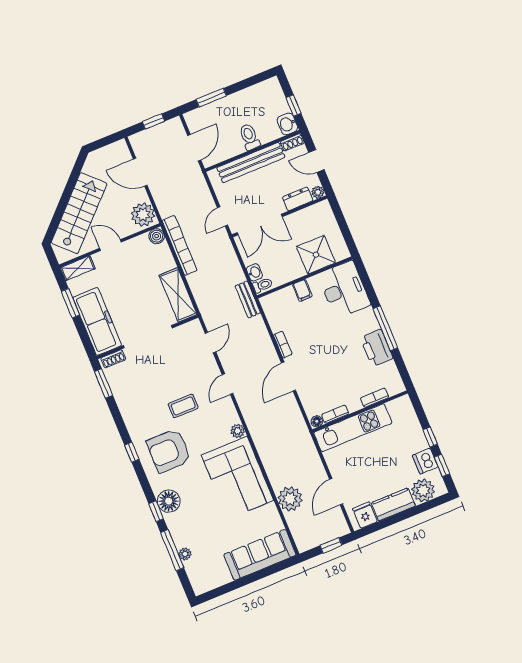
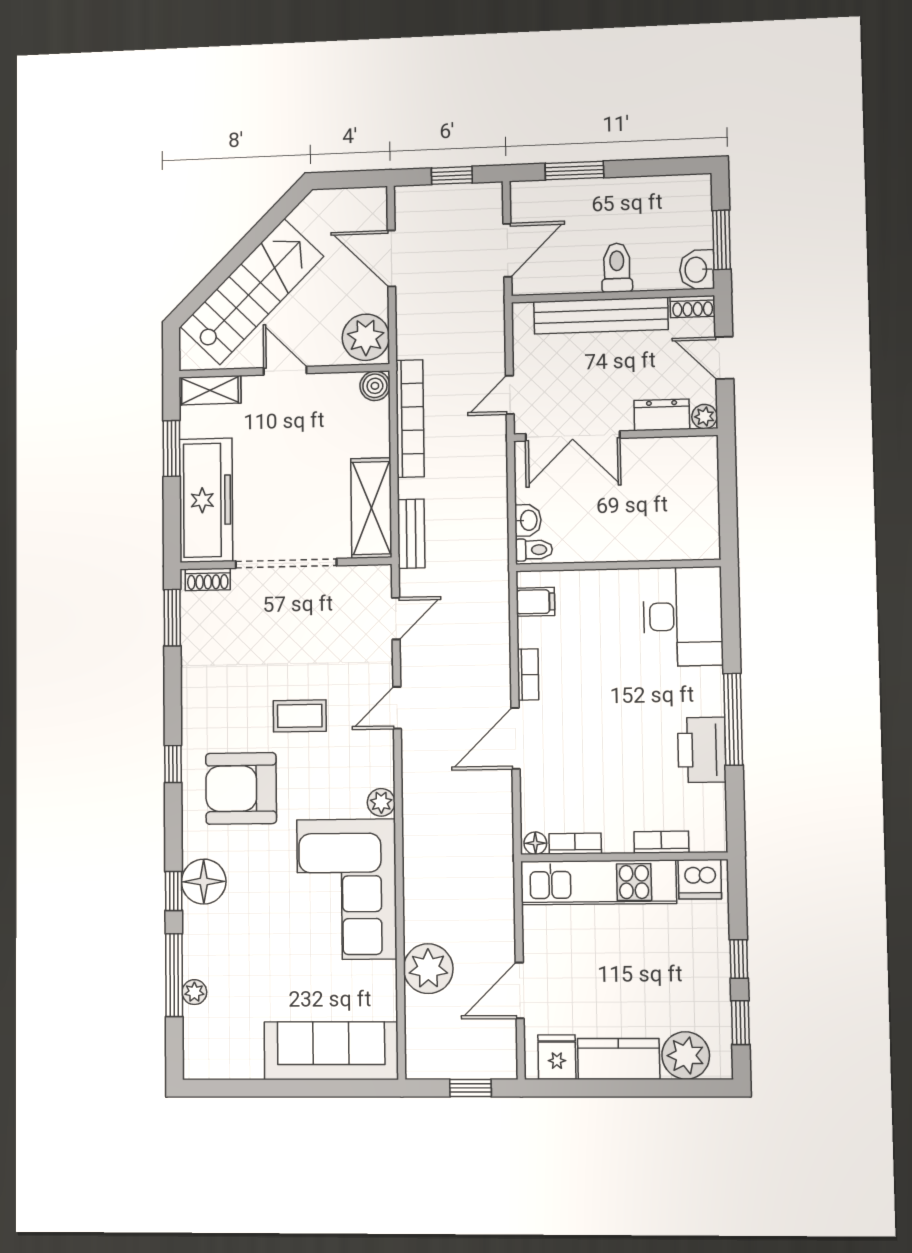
window: (294, 105) -> (721, 240), width x1.50
shower: (316, 255) -> (655, 531), removed
filing cabinet: (302, 290) -> (535, 602), moved, turned -90
bench: (248, 299) -> (411, 534), moved
dishwasher: (425, 461) -> (700, 879), moved, turned -90

